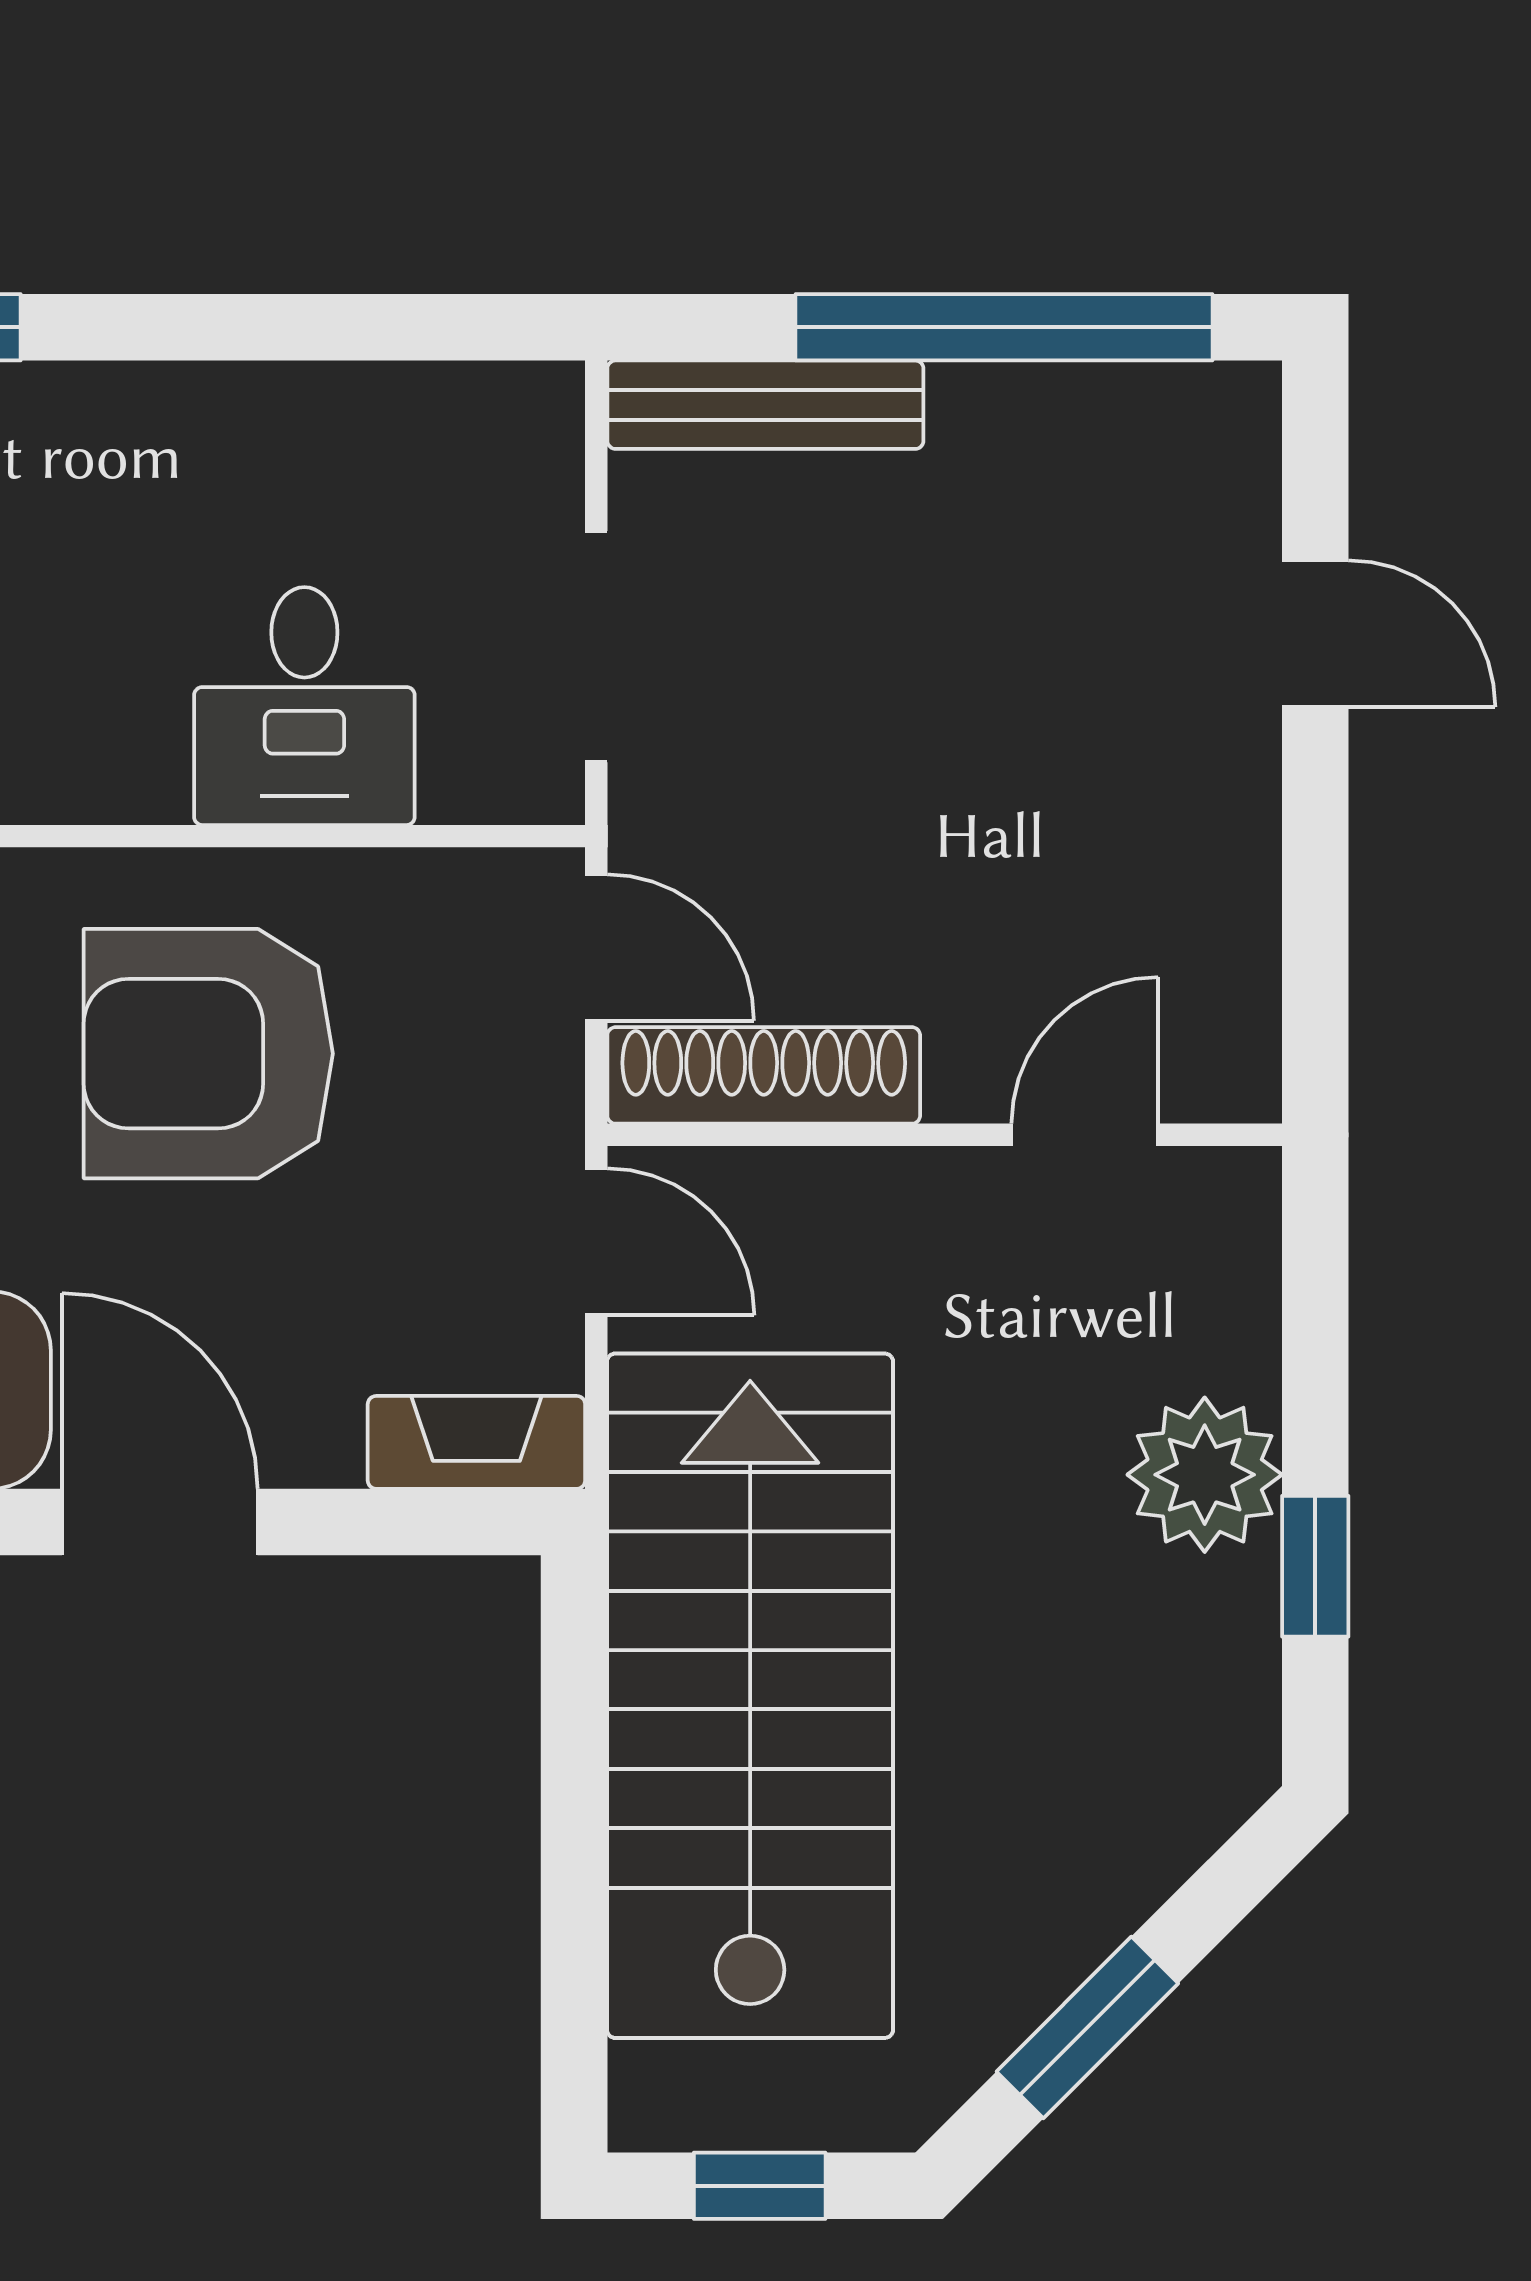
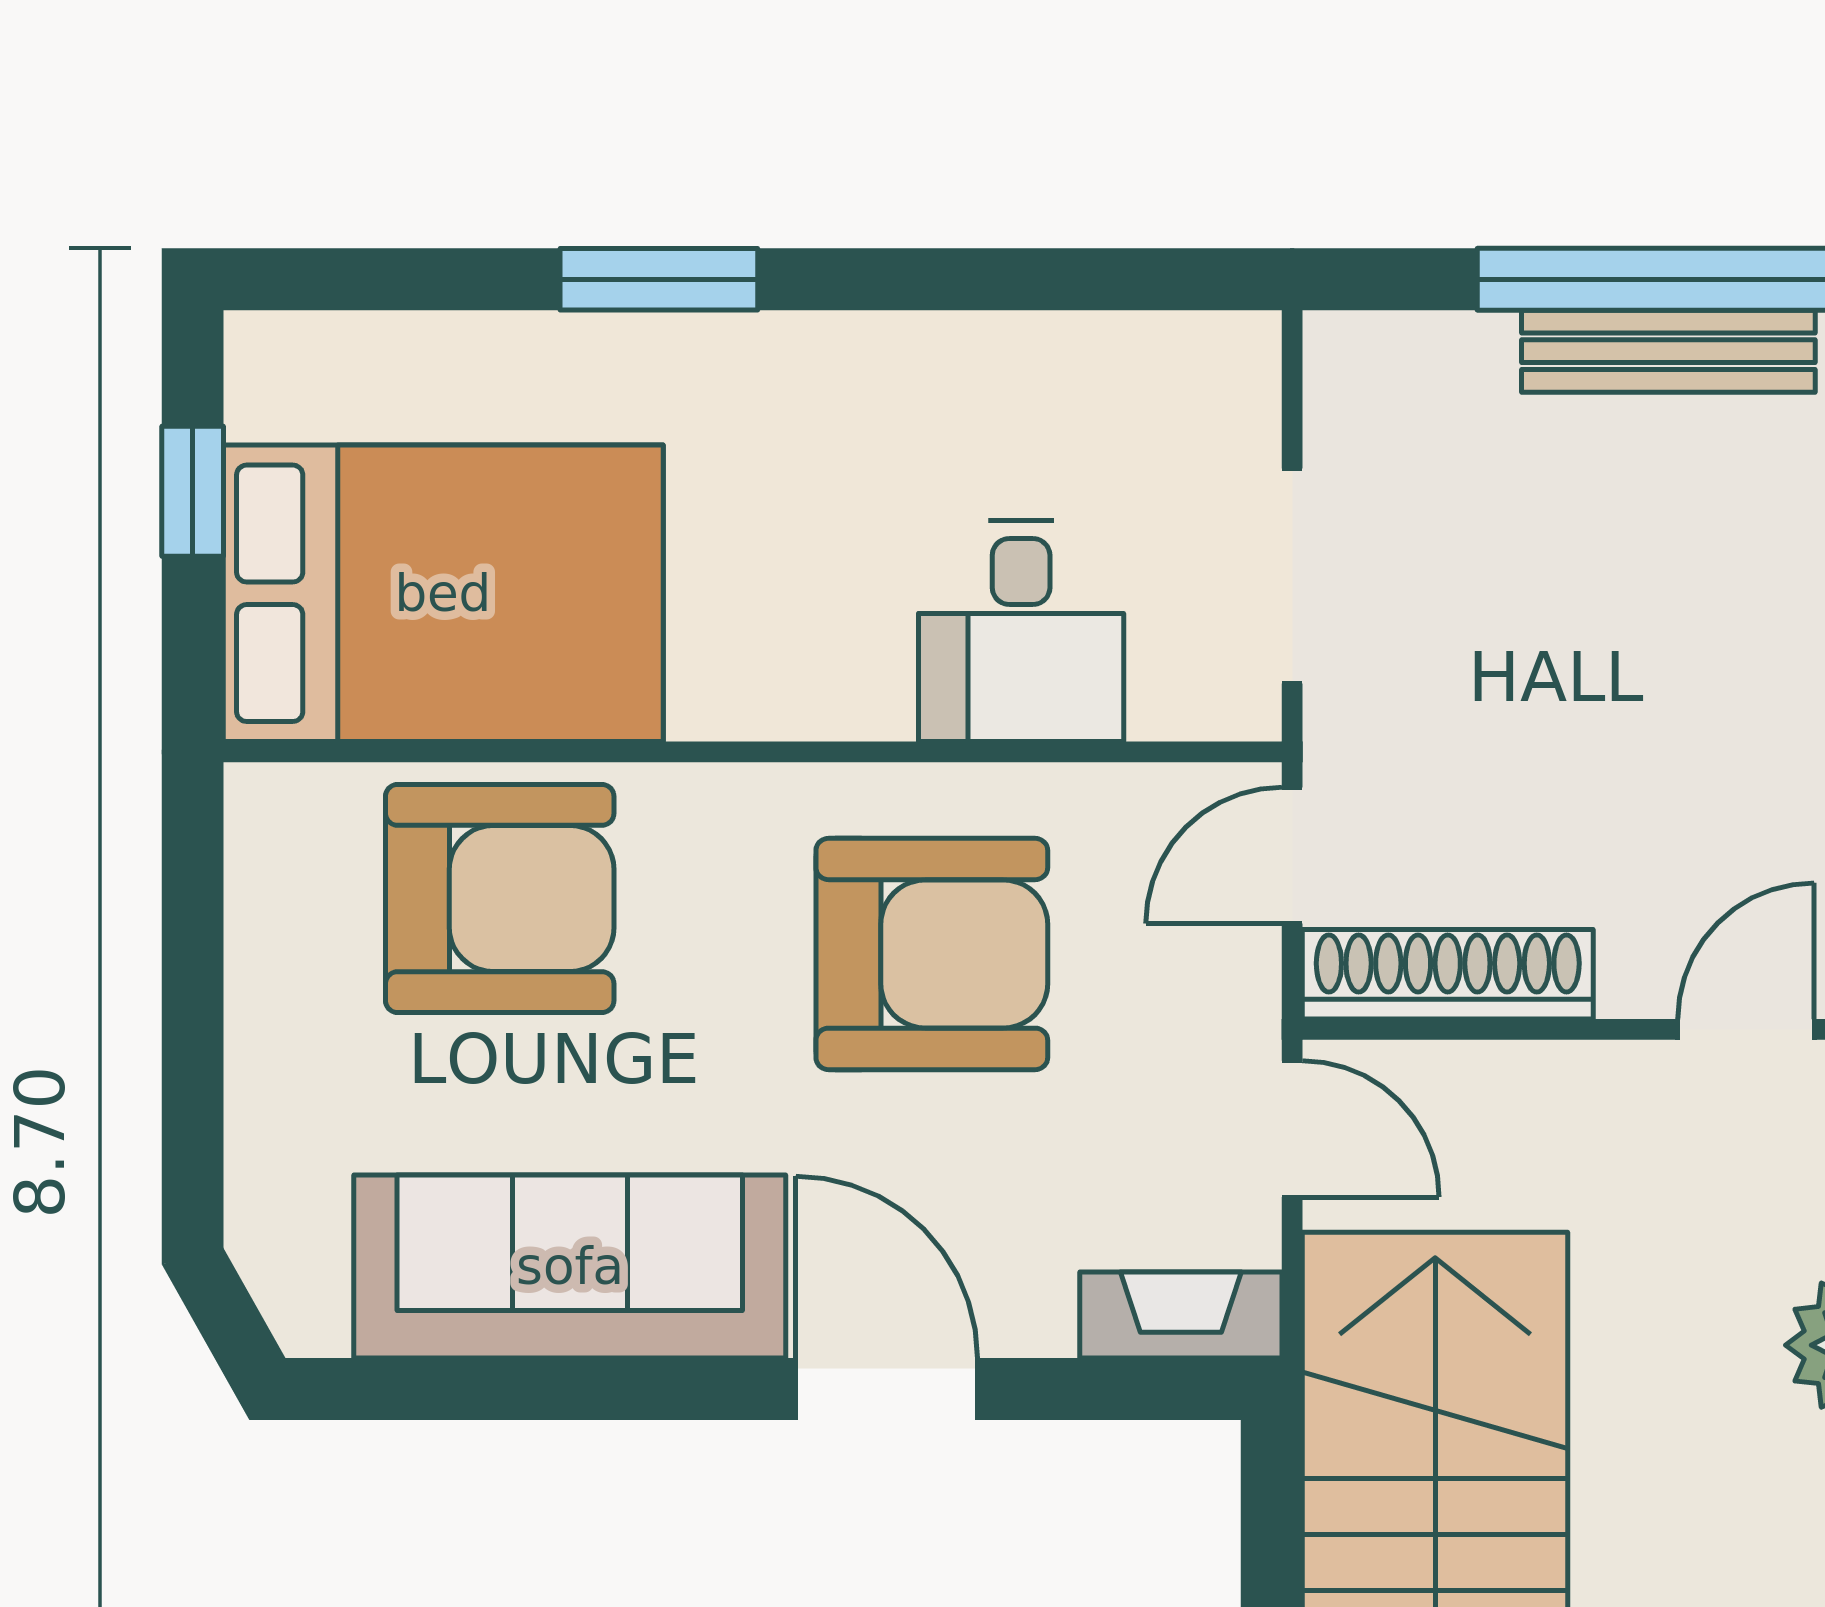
bench: (765, 405) -> (1668, 351), moved
door: (596, 948) -> (1292, 856), swing flipped
armchair: (208, 1054) -> (932, 954), turned 180

